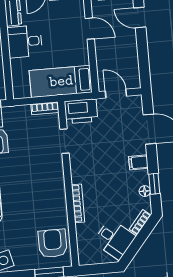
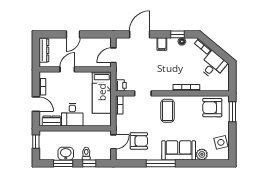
door: (140, 18) -> (73, 34), moved
printer: (81, 111) -> (121, 85), width x0.53, depth x0.68
coffee table: (42, 179) -> (168, 111), added

